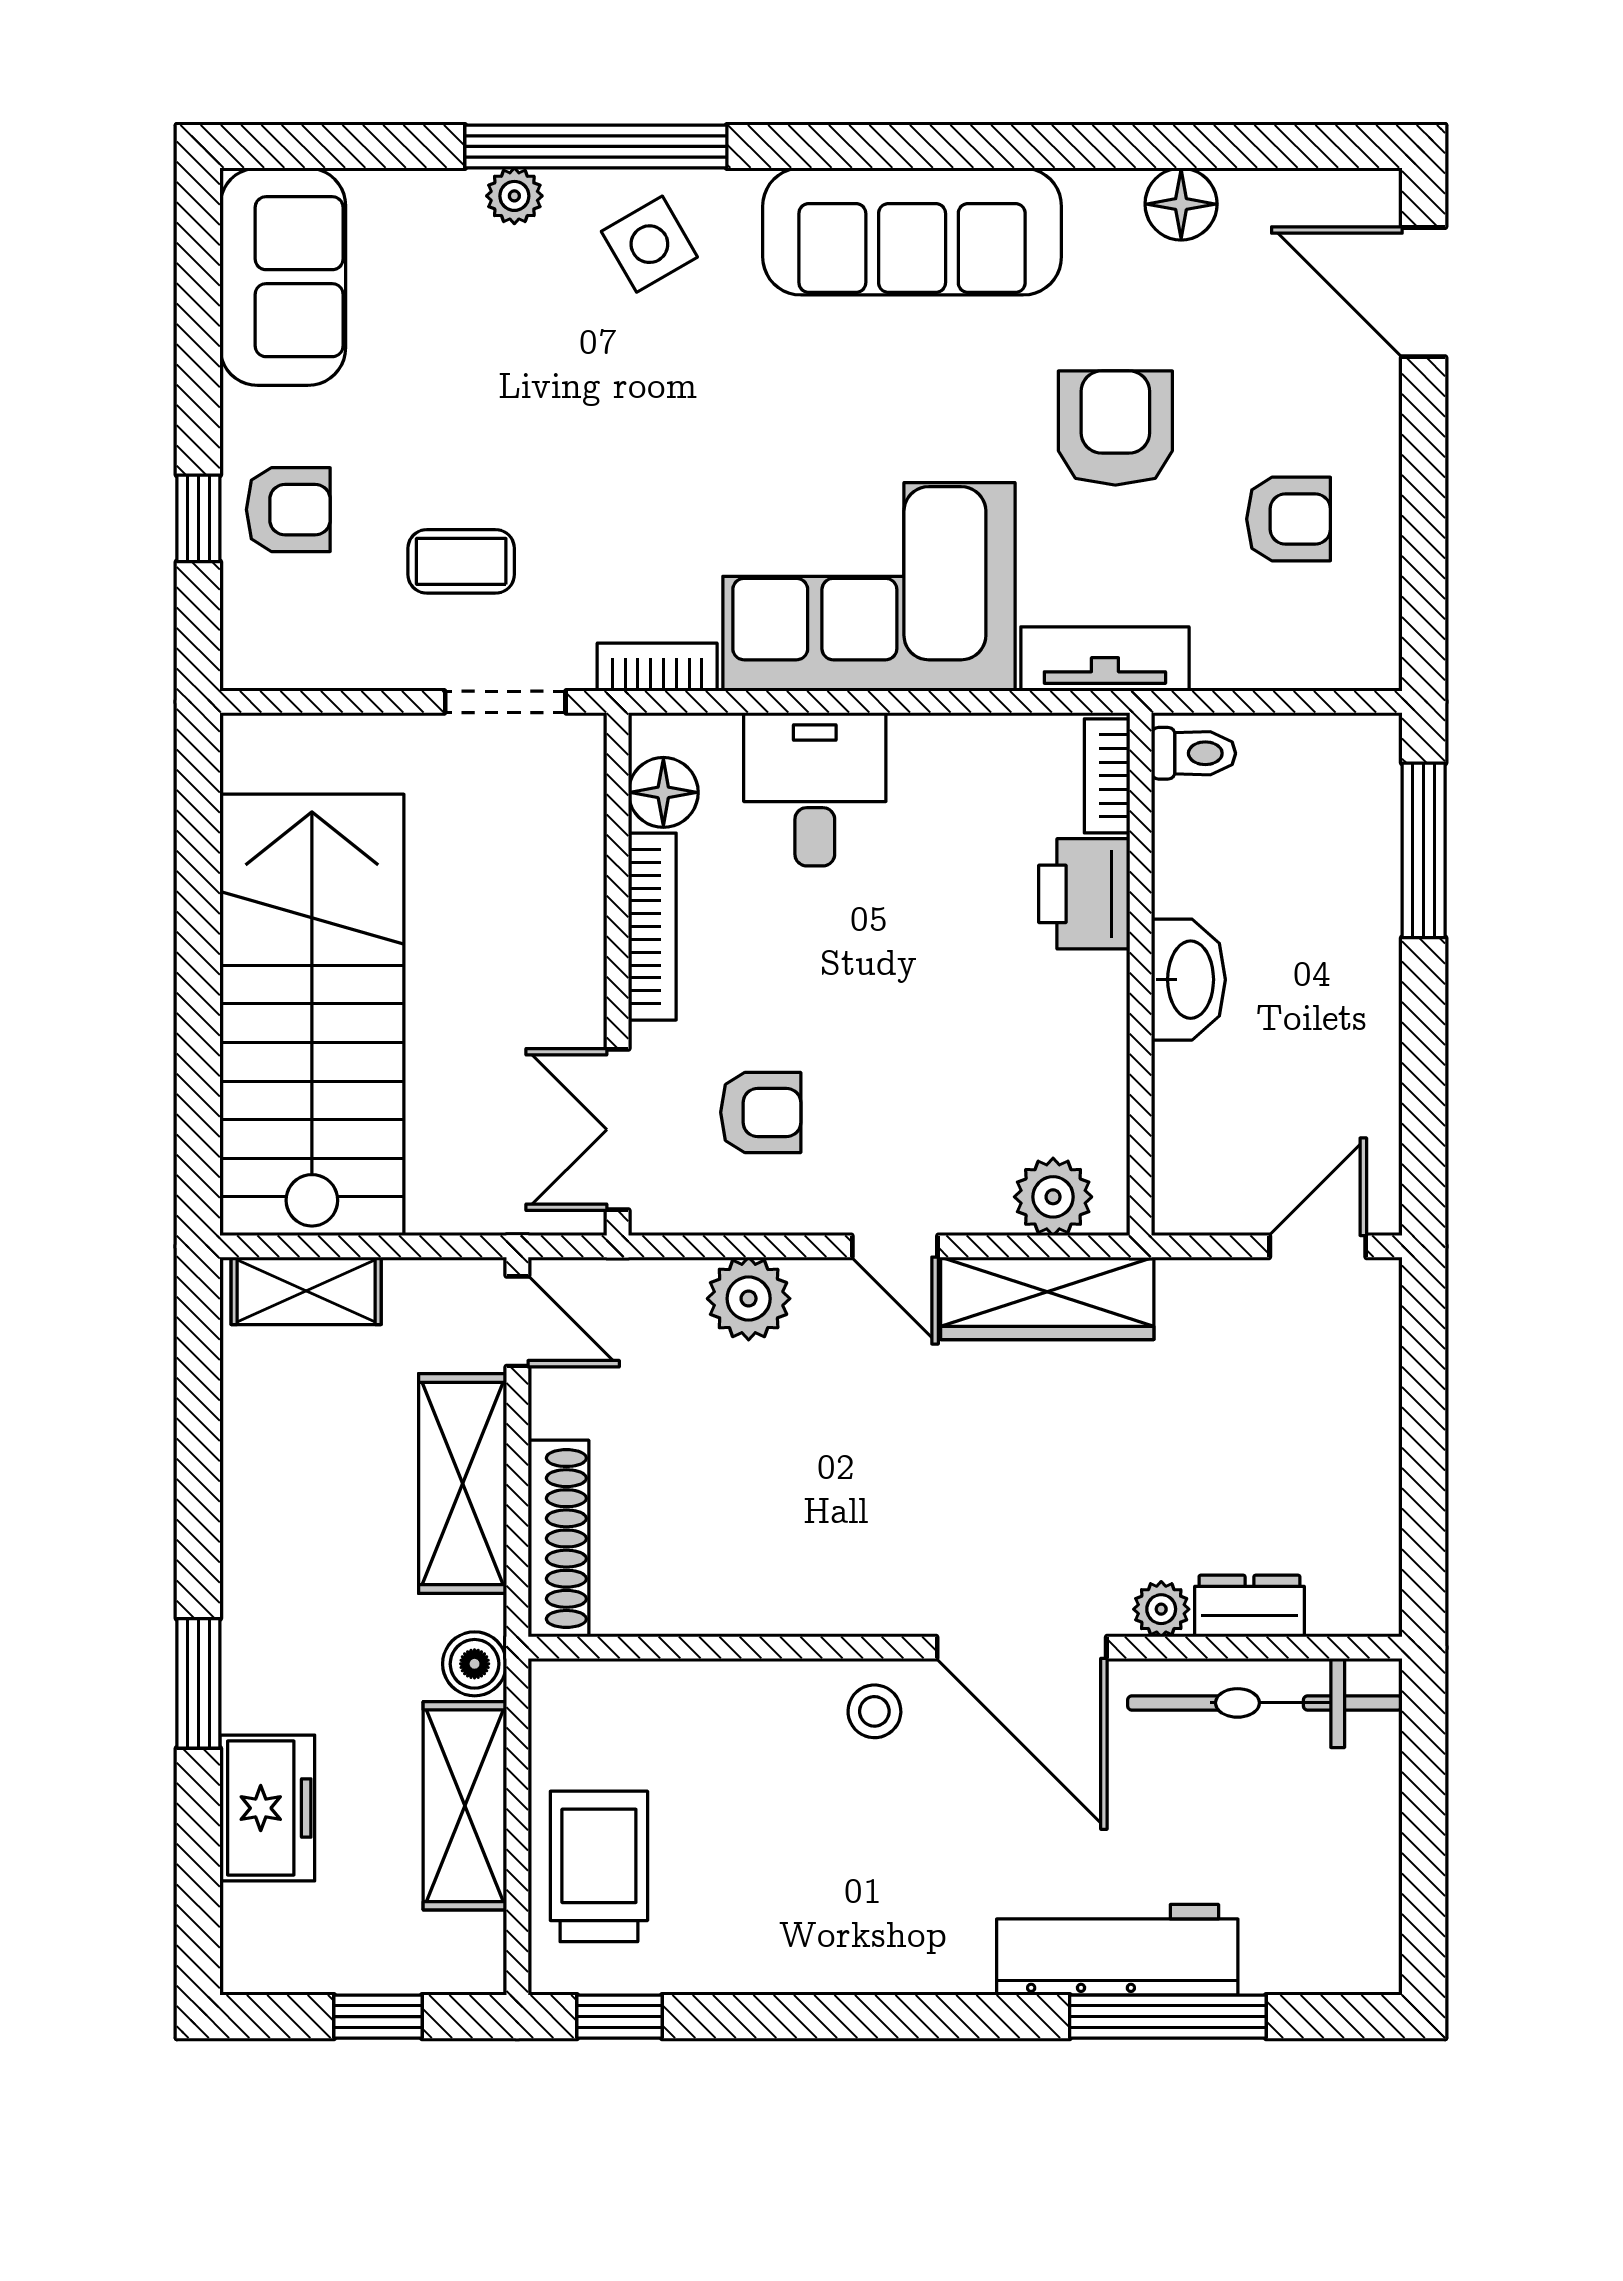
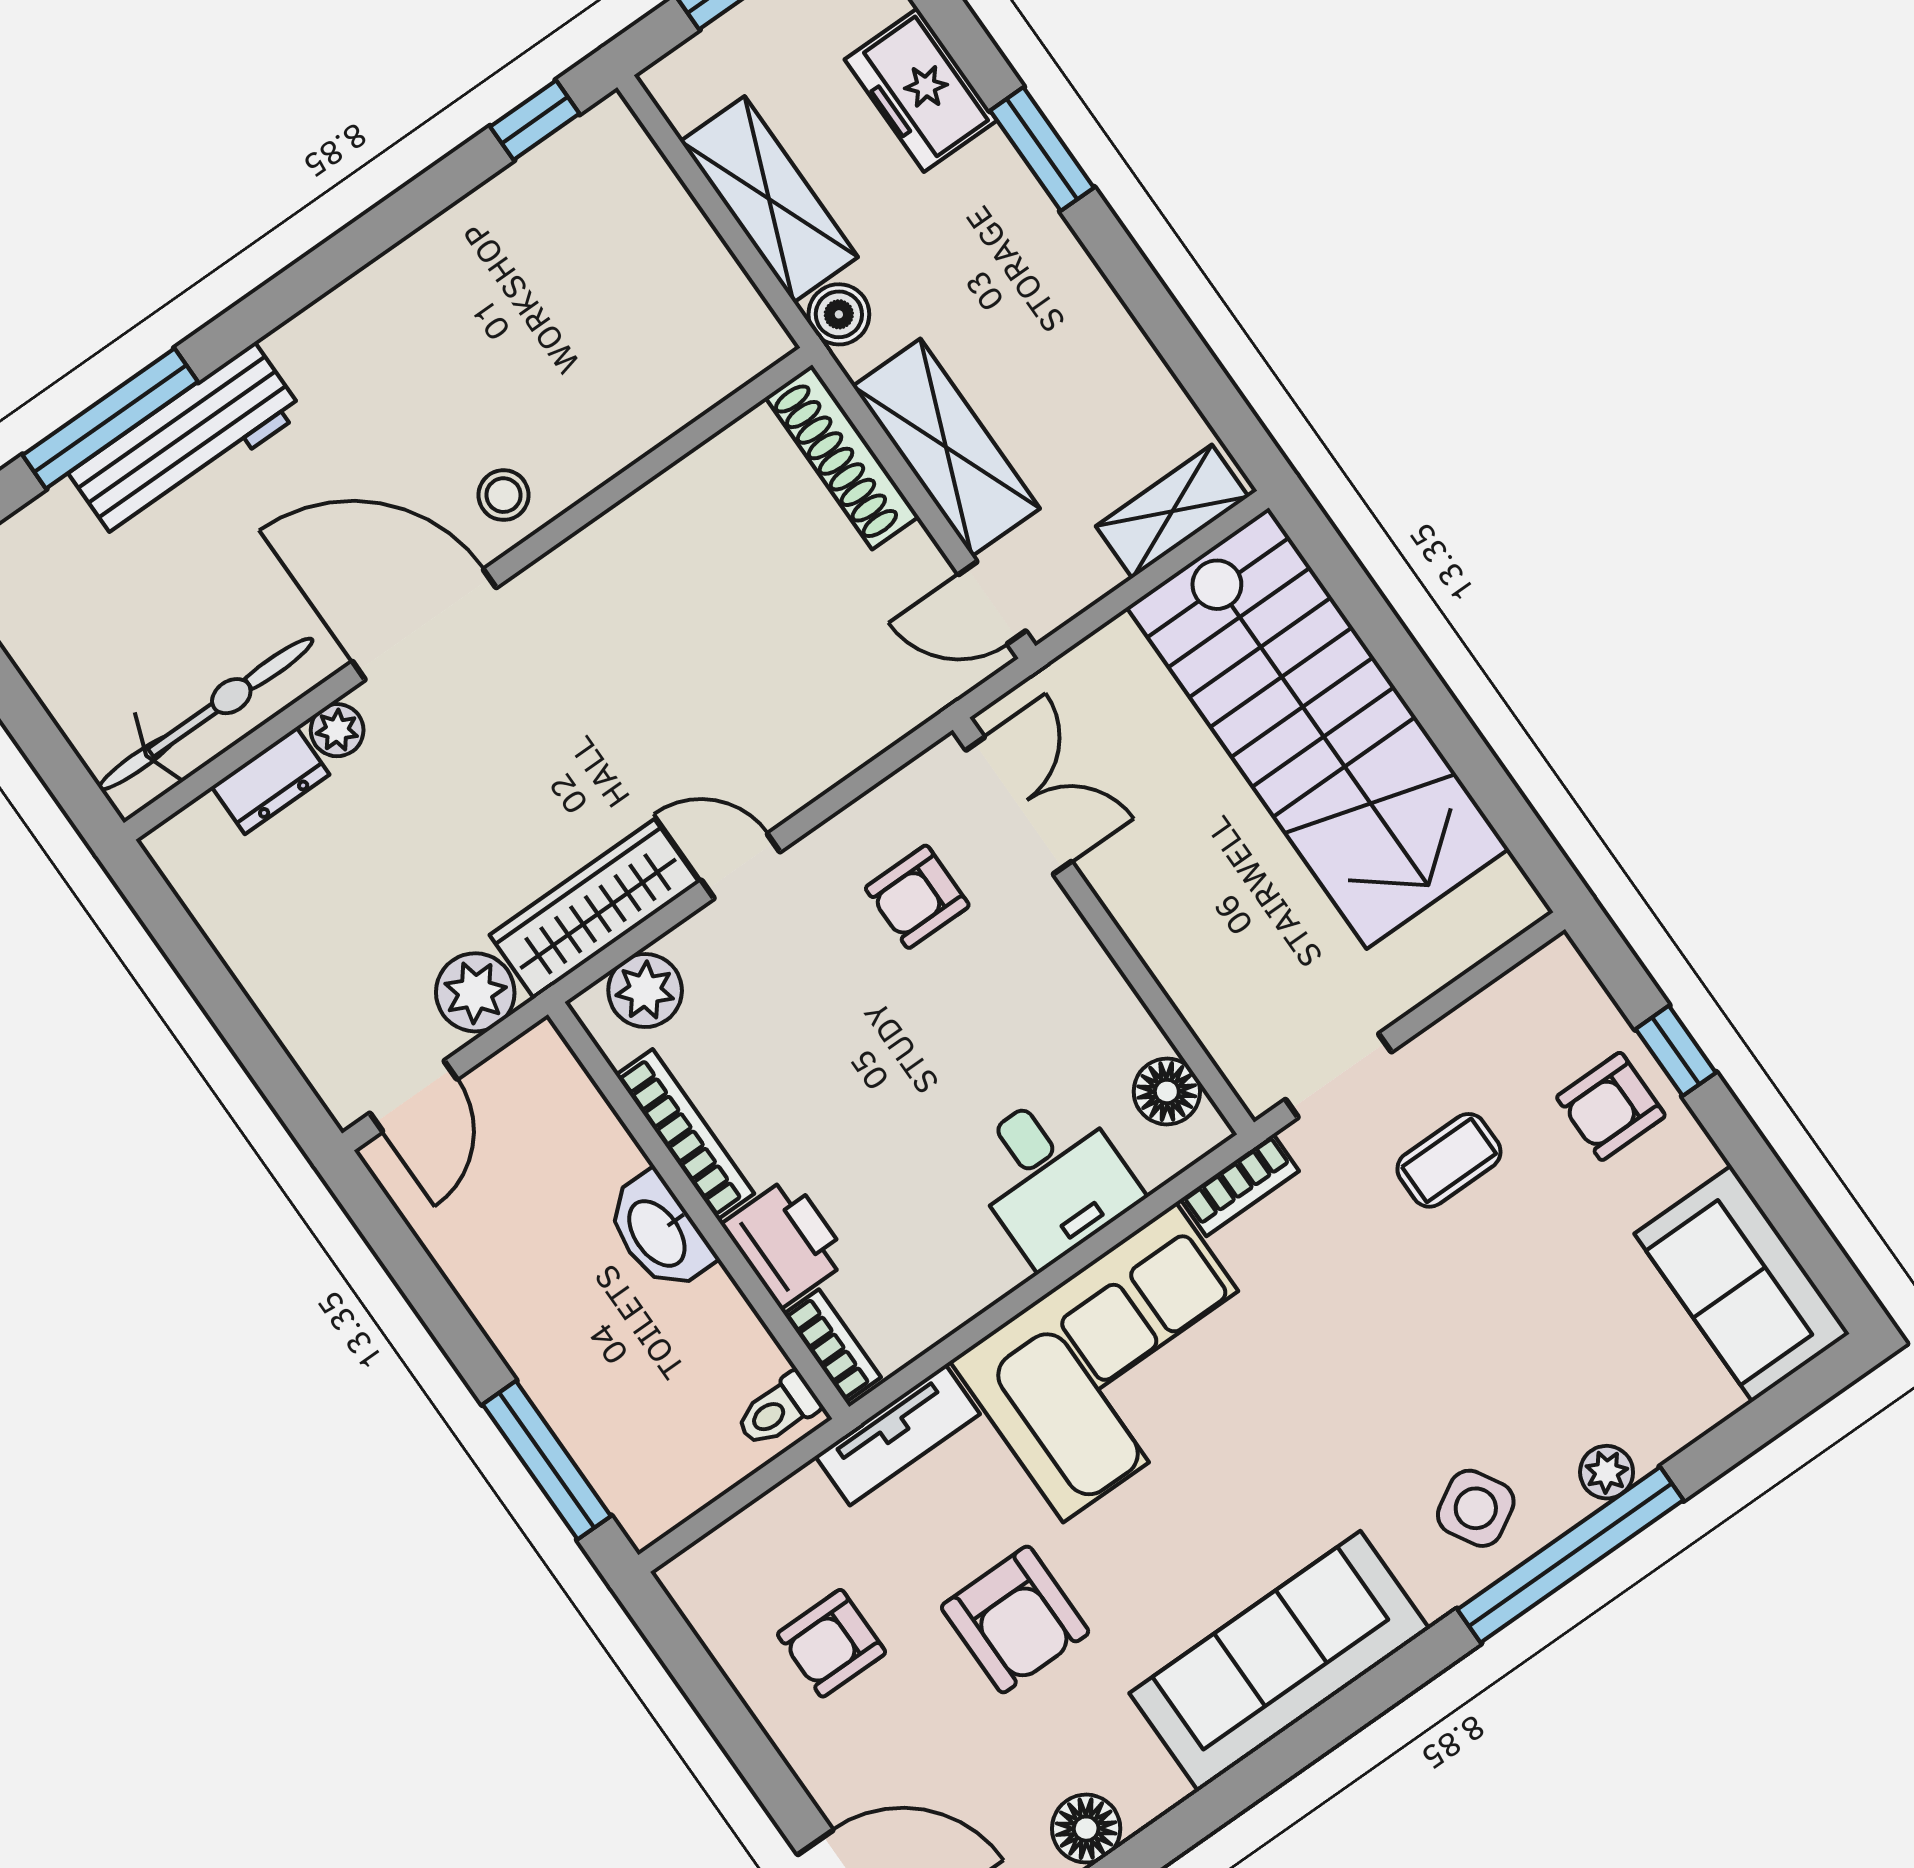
bookcase: (652, 927) -> (685, 1134), moved, turned 180
plant: (749, 1299) -> (475, 992), moved
trolley: (599, 1866) -> (632, 225), removed

